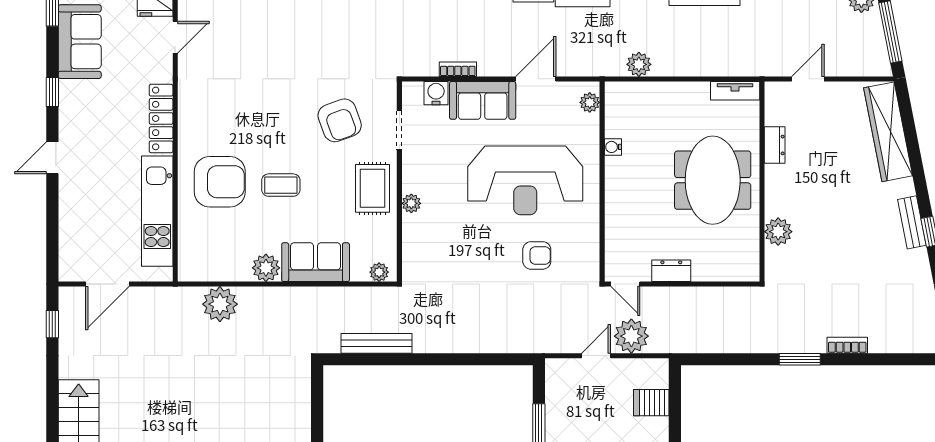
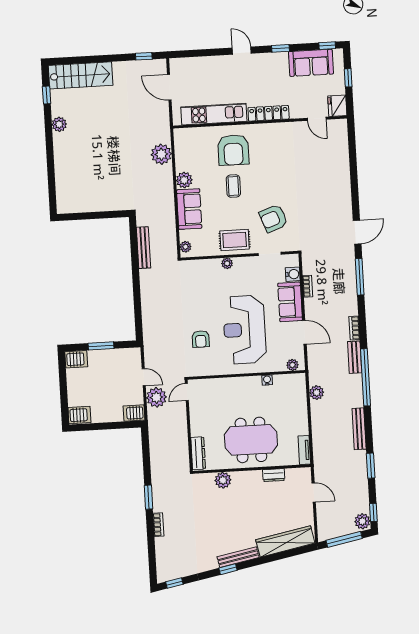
bench: (912, 222) -> (238, 557), width x1.36
dresser: (671, 271) -> (198, 453), moved, width x1.44
server rack: (651, 403) -> (134, 413), moved, turned -90

